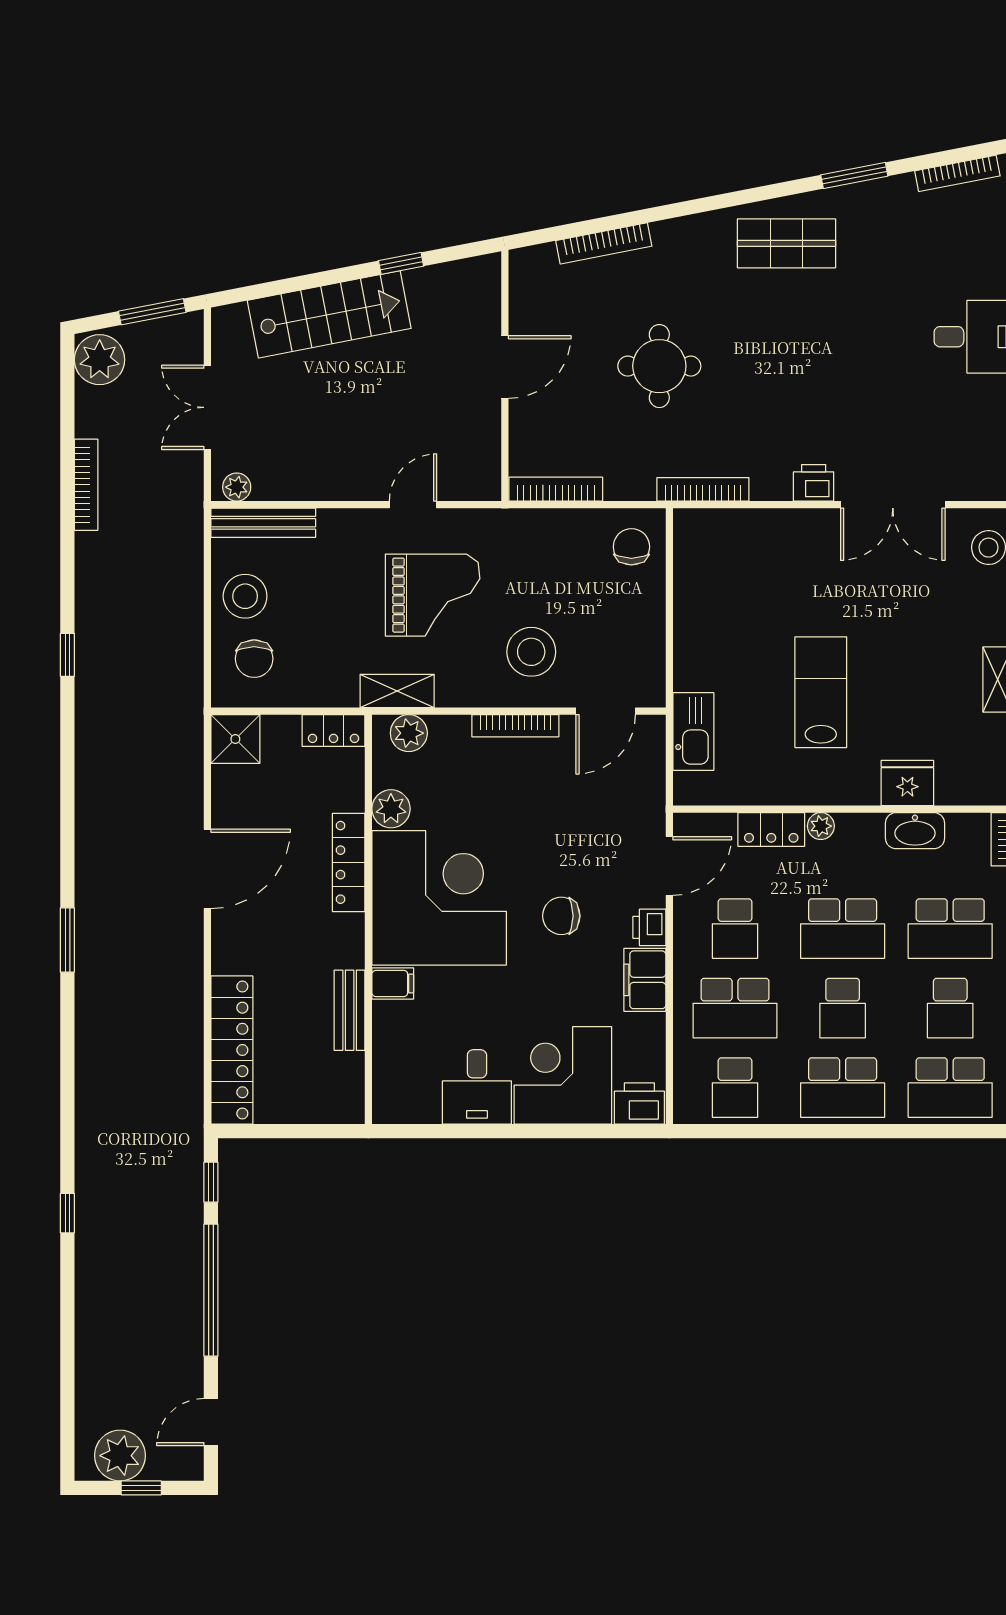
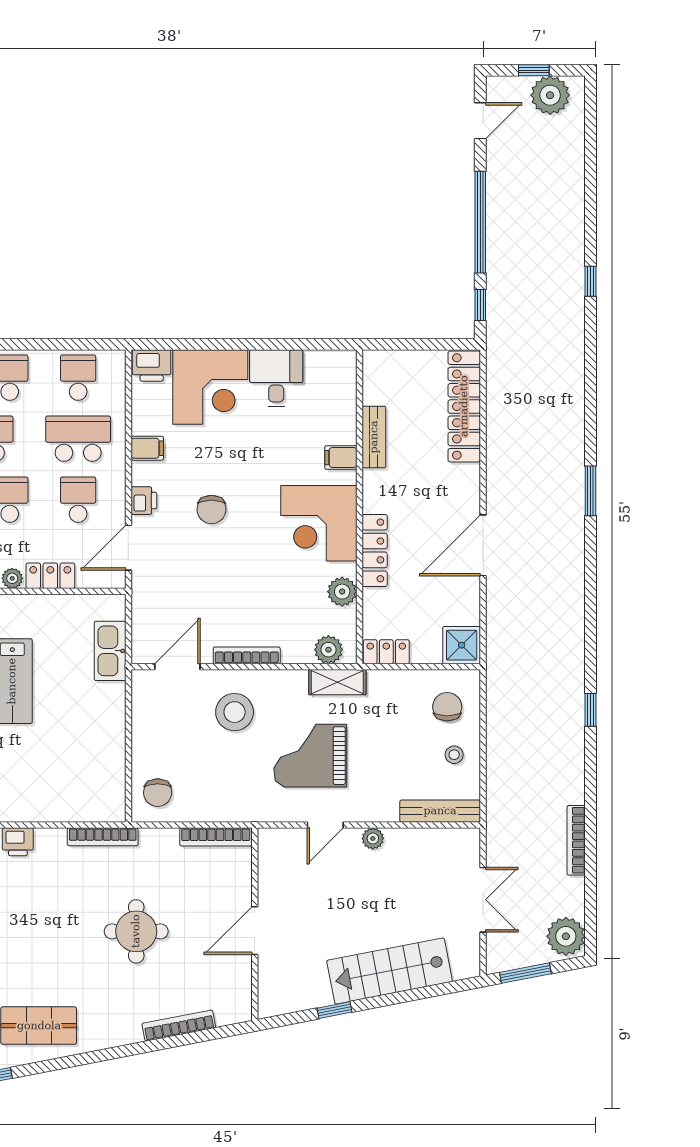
plant: (237, 487) -> (373, 838), moved
stool: (245, 596) -> (454, 755), width x0.53, depth x0.53
corner desk: (439, 898) -> (319, 523), width x0.74, depth x0.74
chair: (561, 916) -> (211, 509), turned 90
filing cabinet: (645, 980) -> (147, 448), width x0.50

